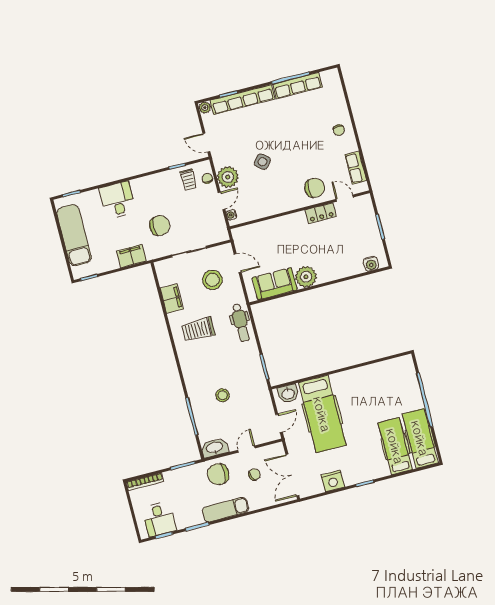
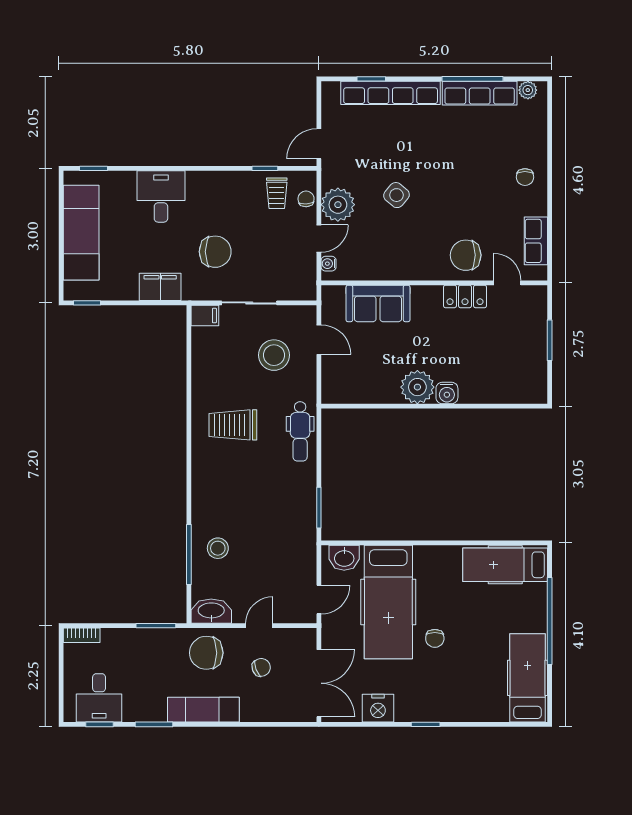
plant: (205, 108) -> (528, 90), moved
door: (206, 142) -> (319, 144), hinge flipped
chair: (315, 188) -> (466, 255), turned 180
water cooler: (371, 264) -> (447, 393), moved
sofa: (275, 284) -> (378, 303), moved, turned 180
filing cabinet: (172, 299) -> (205, 316), moved, width x0.50
stool: (222, 395) -> (218, 548), moved
chair: (357, 429) -> (435, 638), added
hospital bed: (395, 446) -> (505, 565), moved, turned -90
double door: (292, 475) -> (319, 683), swing flipped
bookcase: (145, 482) -> (82, 635), width x0.64

